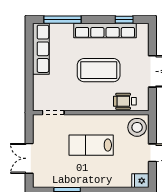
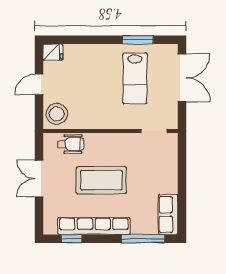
row of seats: (41, 49) -> (168, 215), width x0.68
lab bench: (91, 145) -> (135, 78), moved, turned 90
double door: (29, 158) -> (182, 78), width x1.37

